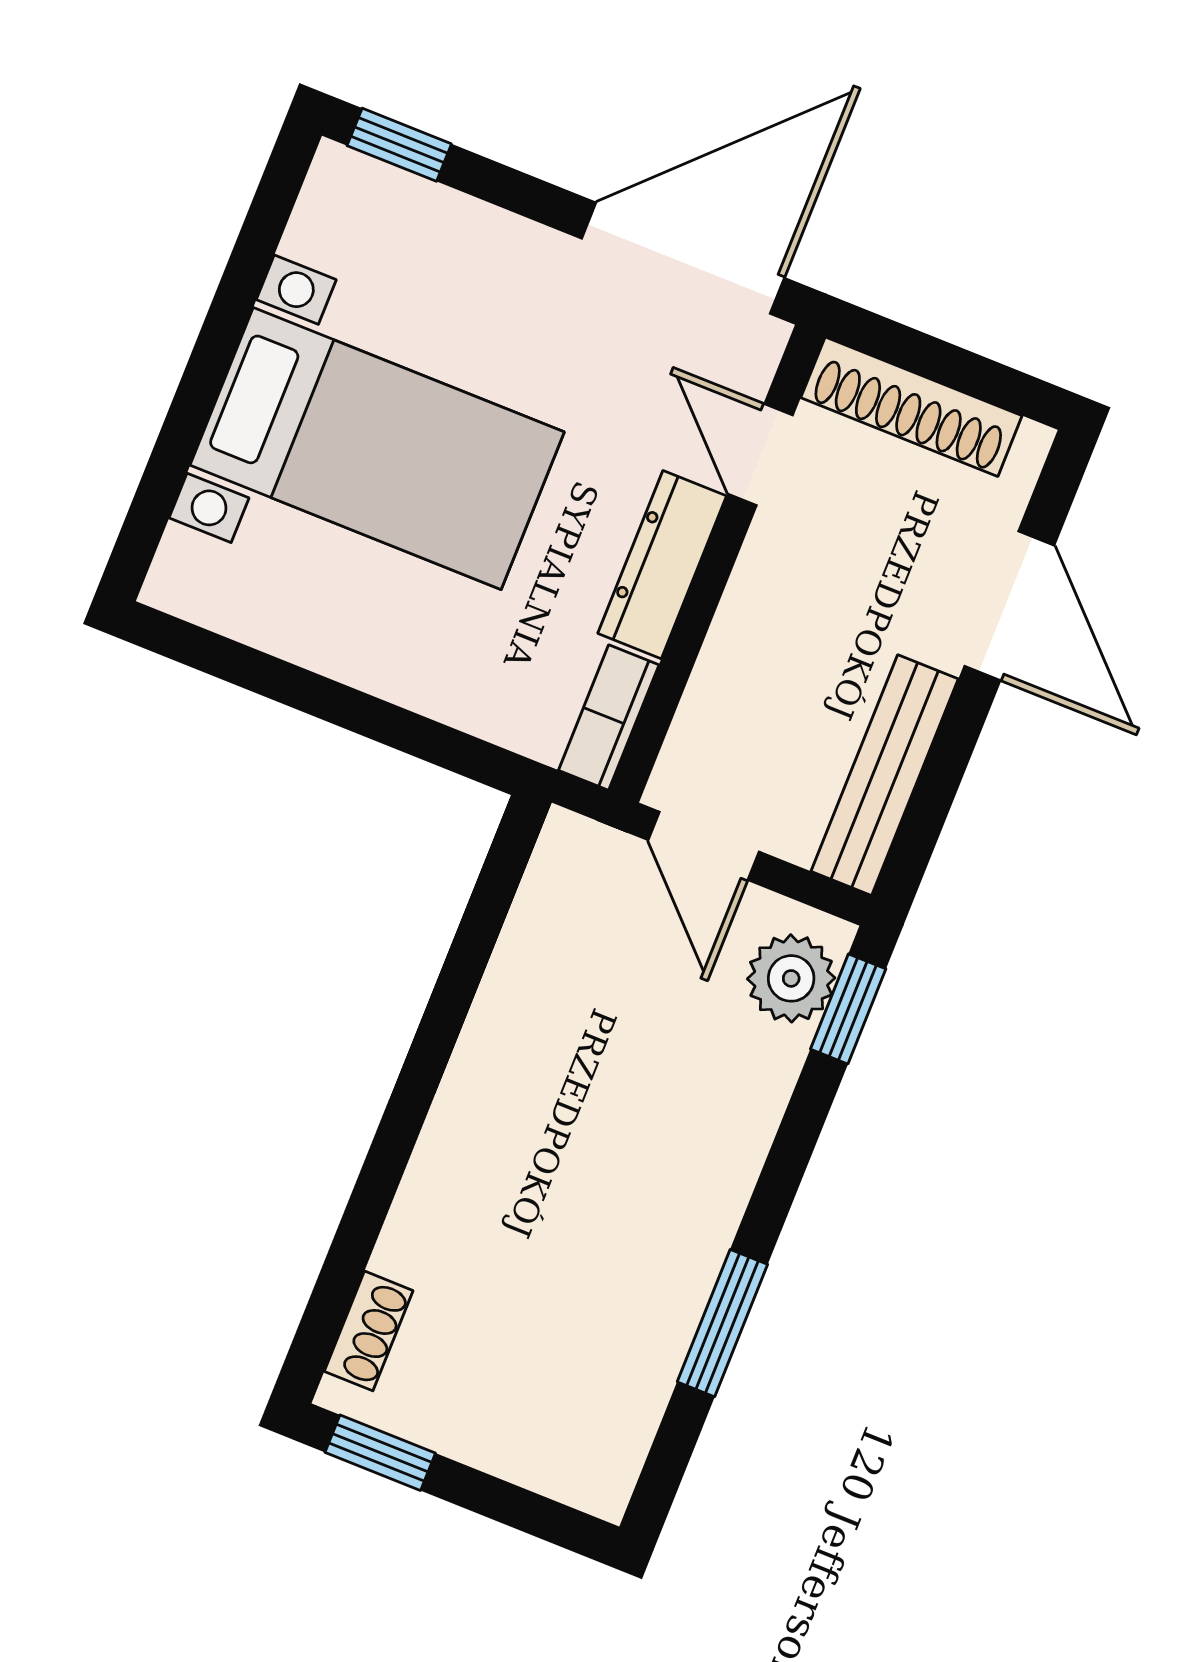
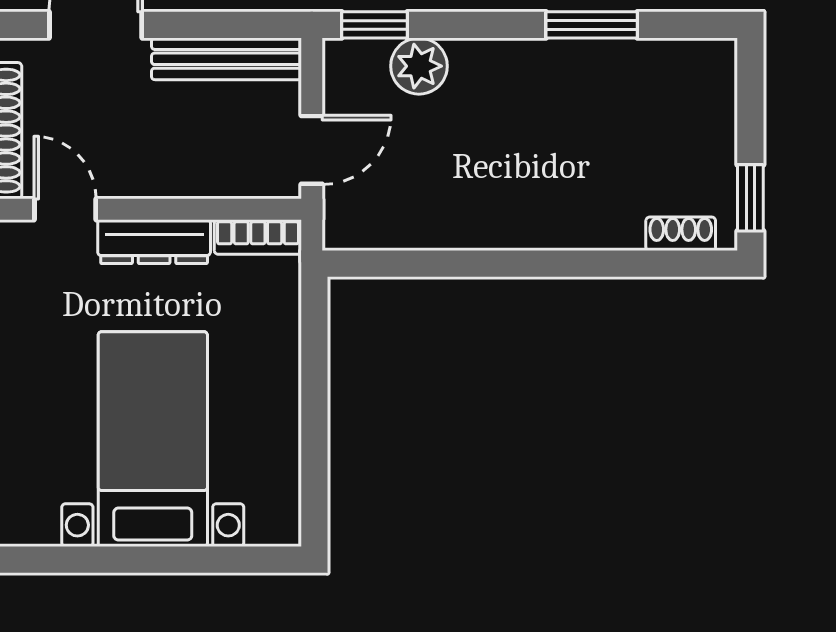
door: (760, 455) -> (65, 209), swing flipped
plant: (791, 978) -> (419, 66), moved

